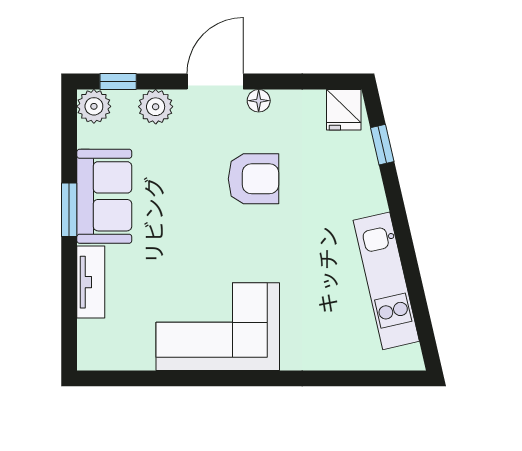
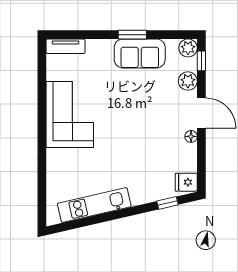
armchair: (253, 179) -> (149, 134), removed
tv unit: (91, 282) -> (65, 46), moved

